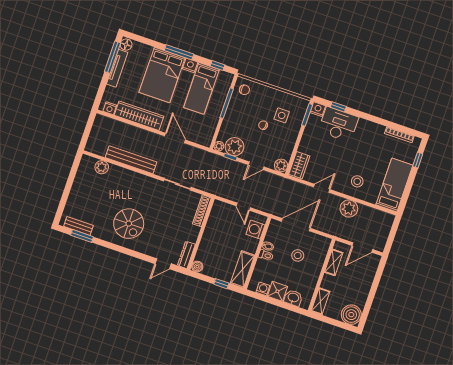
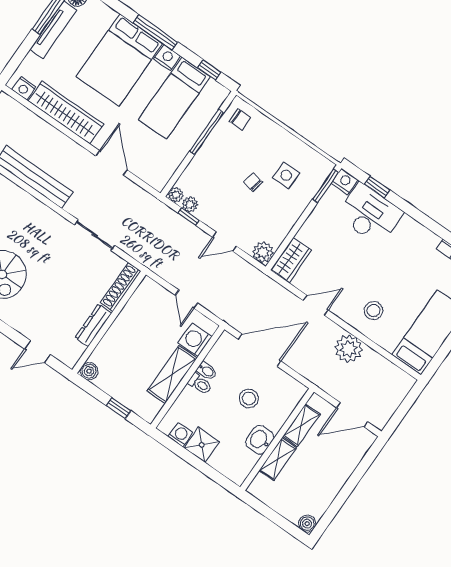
plant: (234, 147) -> (190, 204), width x0.53, depth x0.53
dresser: (186, 255) -> (93, 325), moved
shelving: (242, 269) -> (172, 375), moved
washbasin: (293, 298) -> (260, 440), moved, turned -90
shelving: (321, 301) -> (278, 459), moved
boiler: (351, 315) -> (307, 524), width x0.54, depth x0.54

